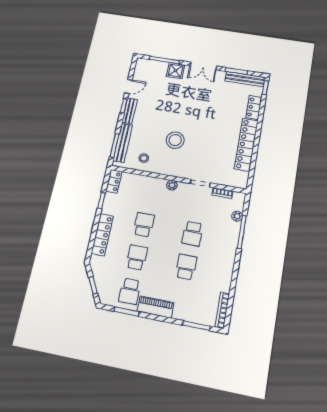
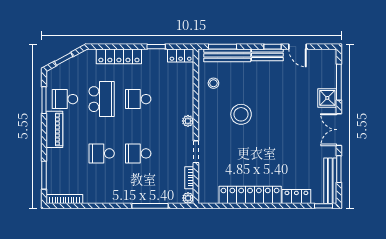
plant: (237, 216) -> (188, 198), moved
school desk: (144, 225) -> (138, 99), turned 180
school desk: (137, 257) -> (102, 99), width x1.85
school desk: (186, 267) -> (102, 153), turned 180

